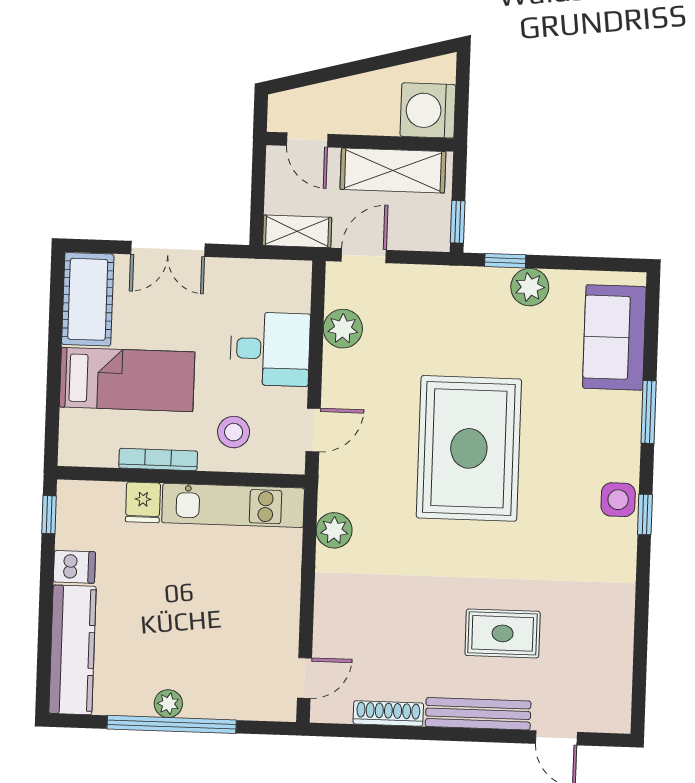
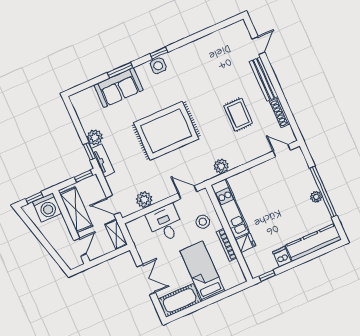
window: (462, 93) -> (34, 198), added
tv unit: (471, 280) -> (103, 161), added
sofa: (614, 337) -> (119, 88), moved
rug: (503, 633) -> (238, 115), moved

